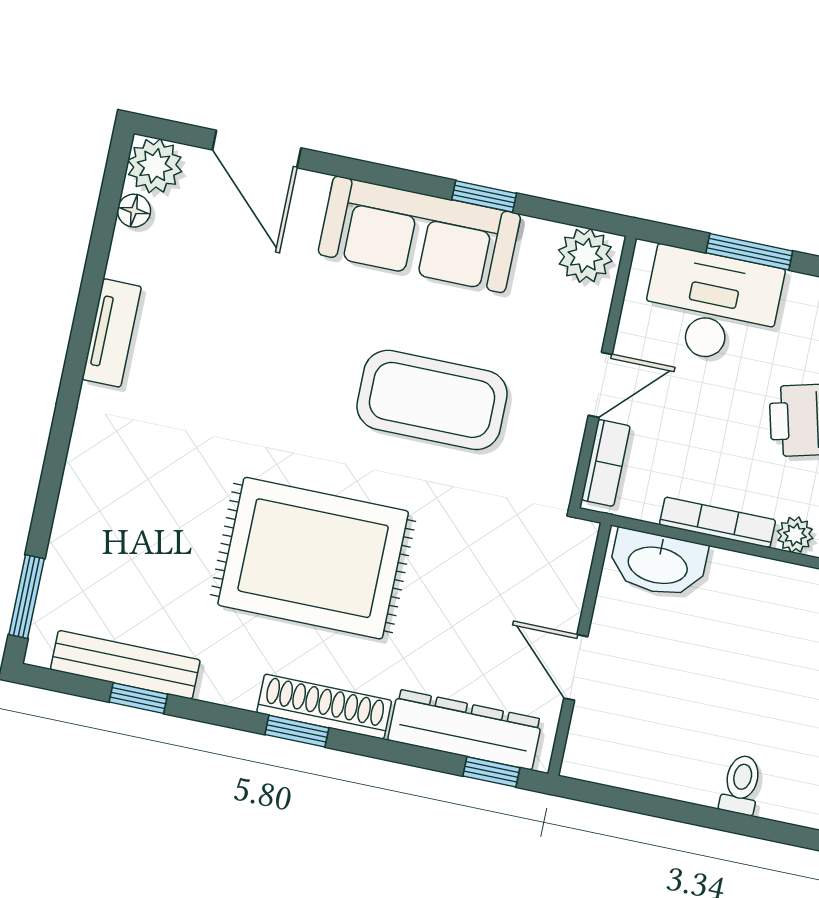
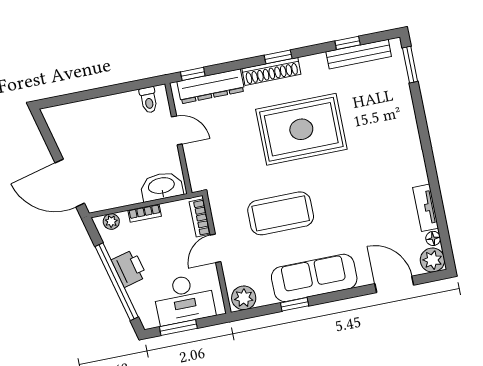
tv unit: (112, 333) -> (426, 208), moved
bookcase: (717, 522) -> (145, 213), width x0.64
toilet: (741, 785) -> (149, 100), moved

